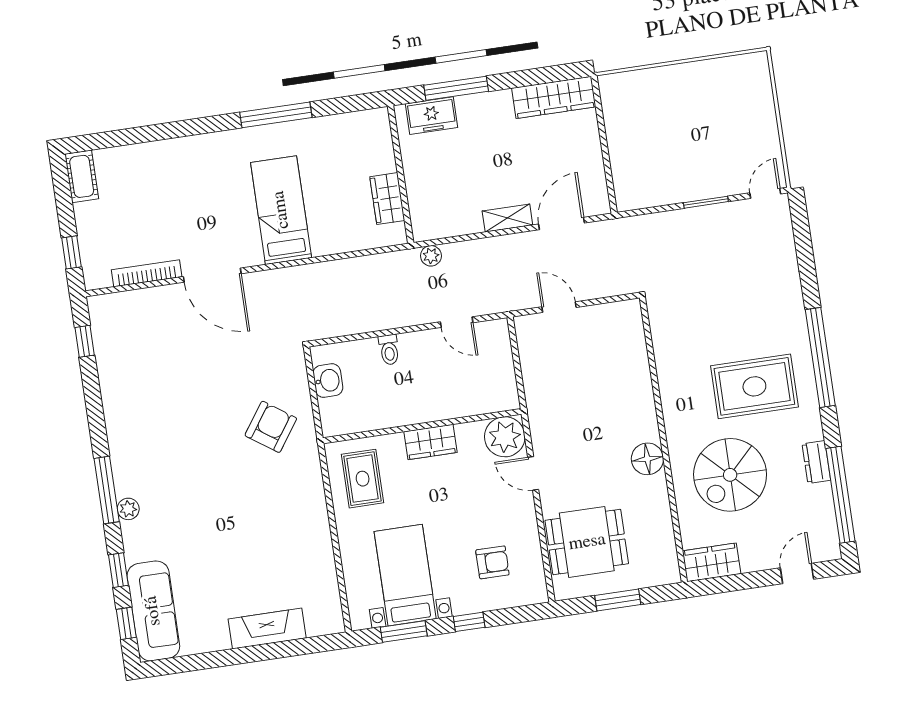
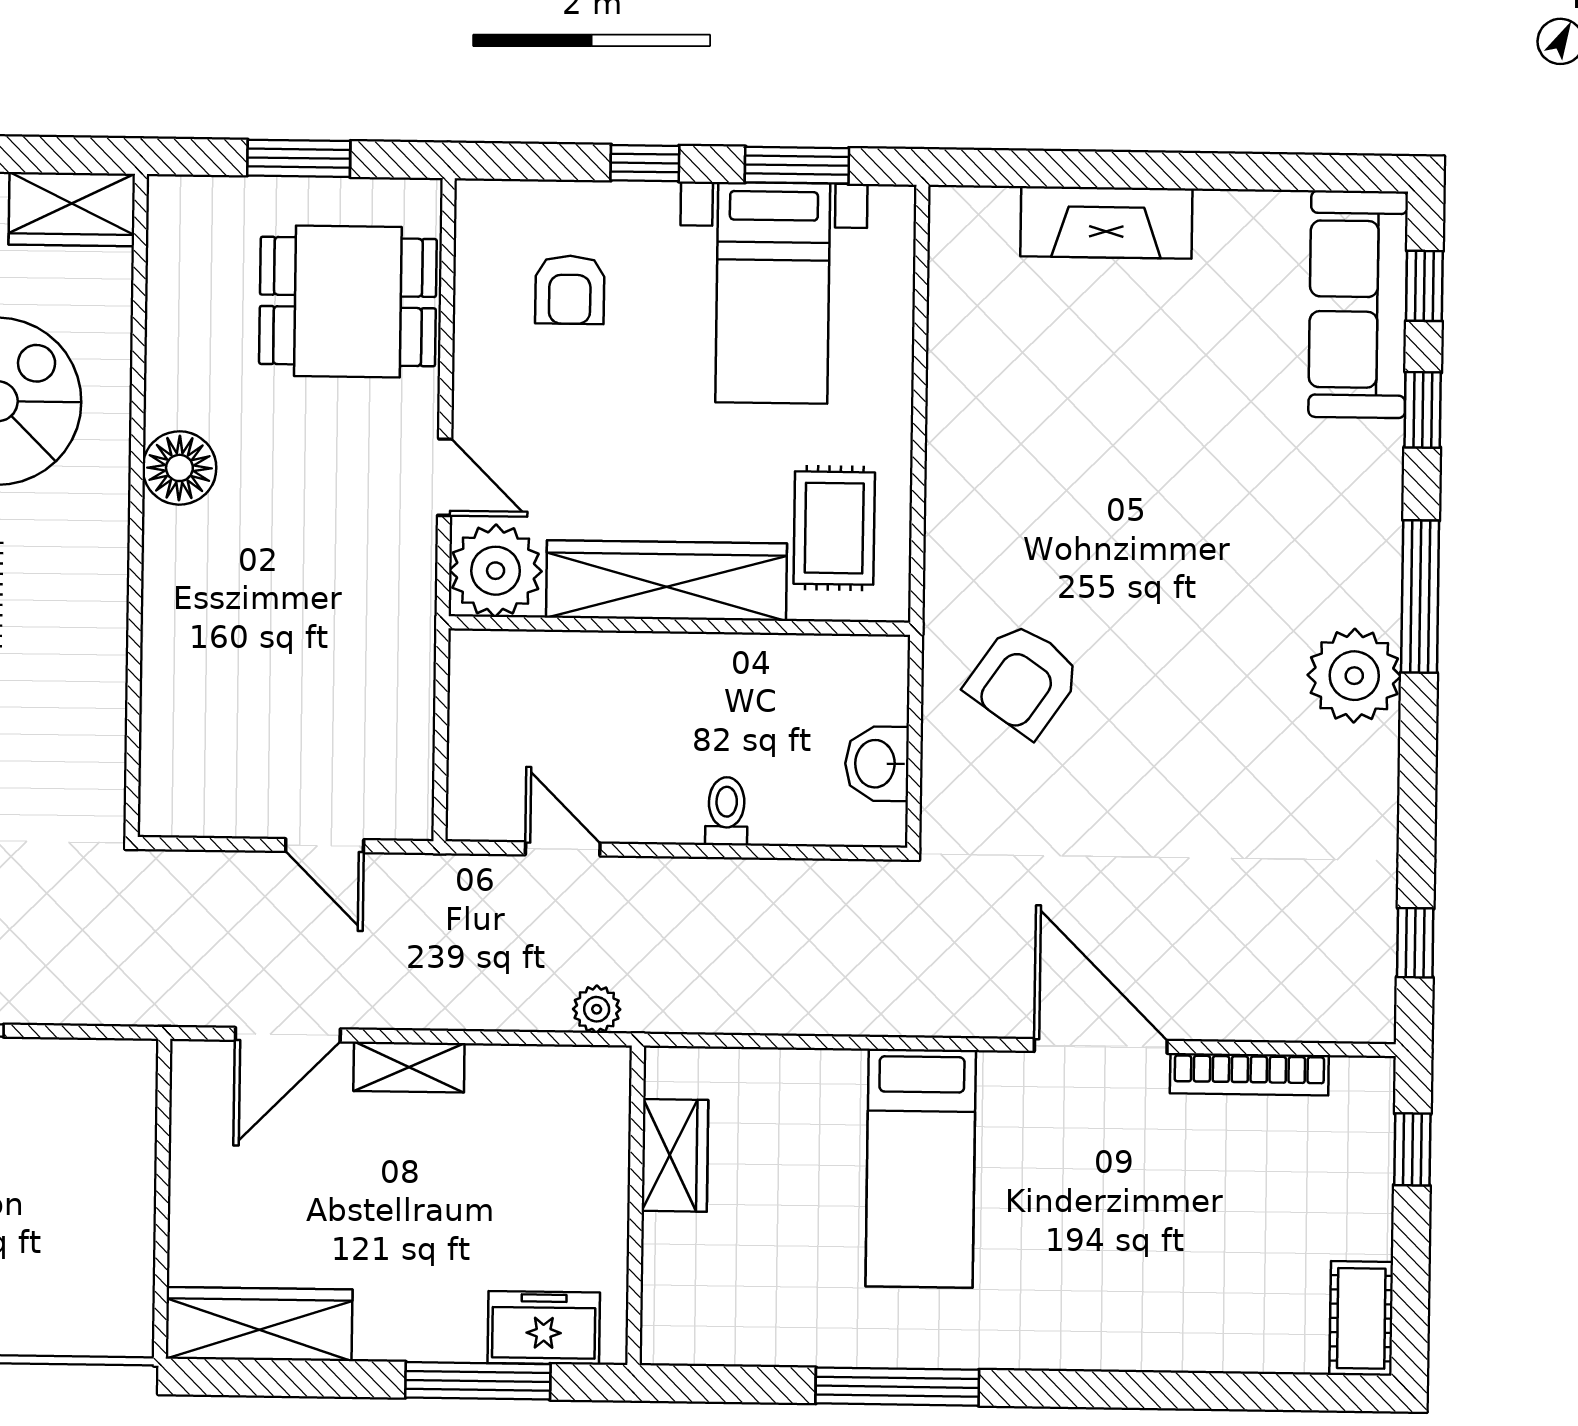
wardrobe: (430, 442) -> (666, 581), width x2.10, depth x1.17
plant: (128, 509) -> (1354, 676), moved, width x1.88, depth x1.88
armchair: (492, 562) -> (570, 290), turned -90

